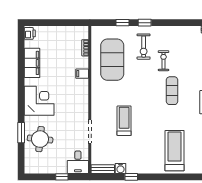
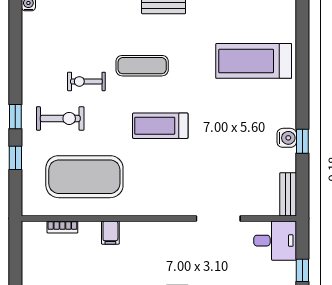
treadmill: (124, 121) -> (160, 126), moved
water cooler: (121, 168) -> (287, 138), moved

